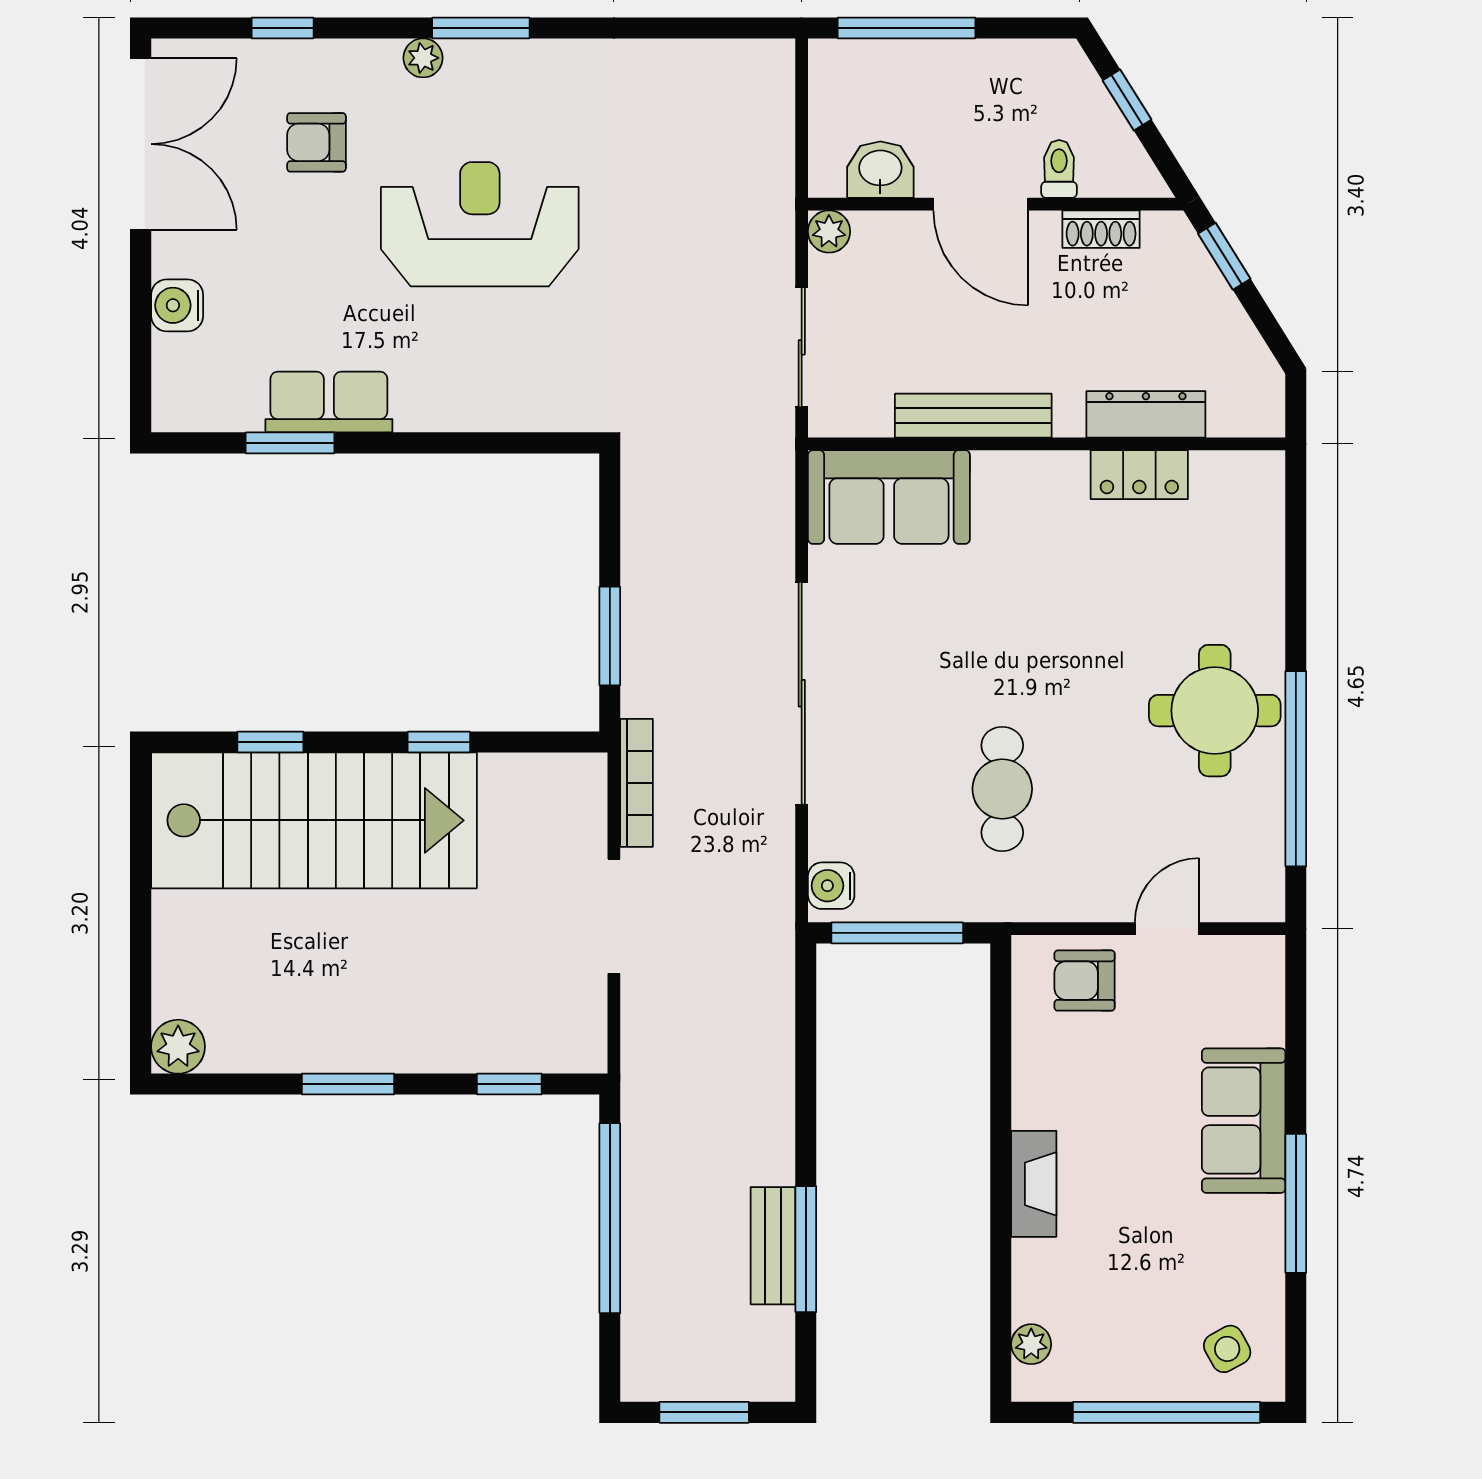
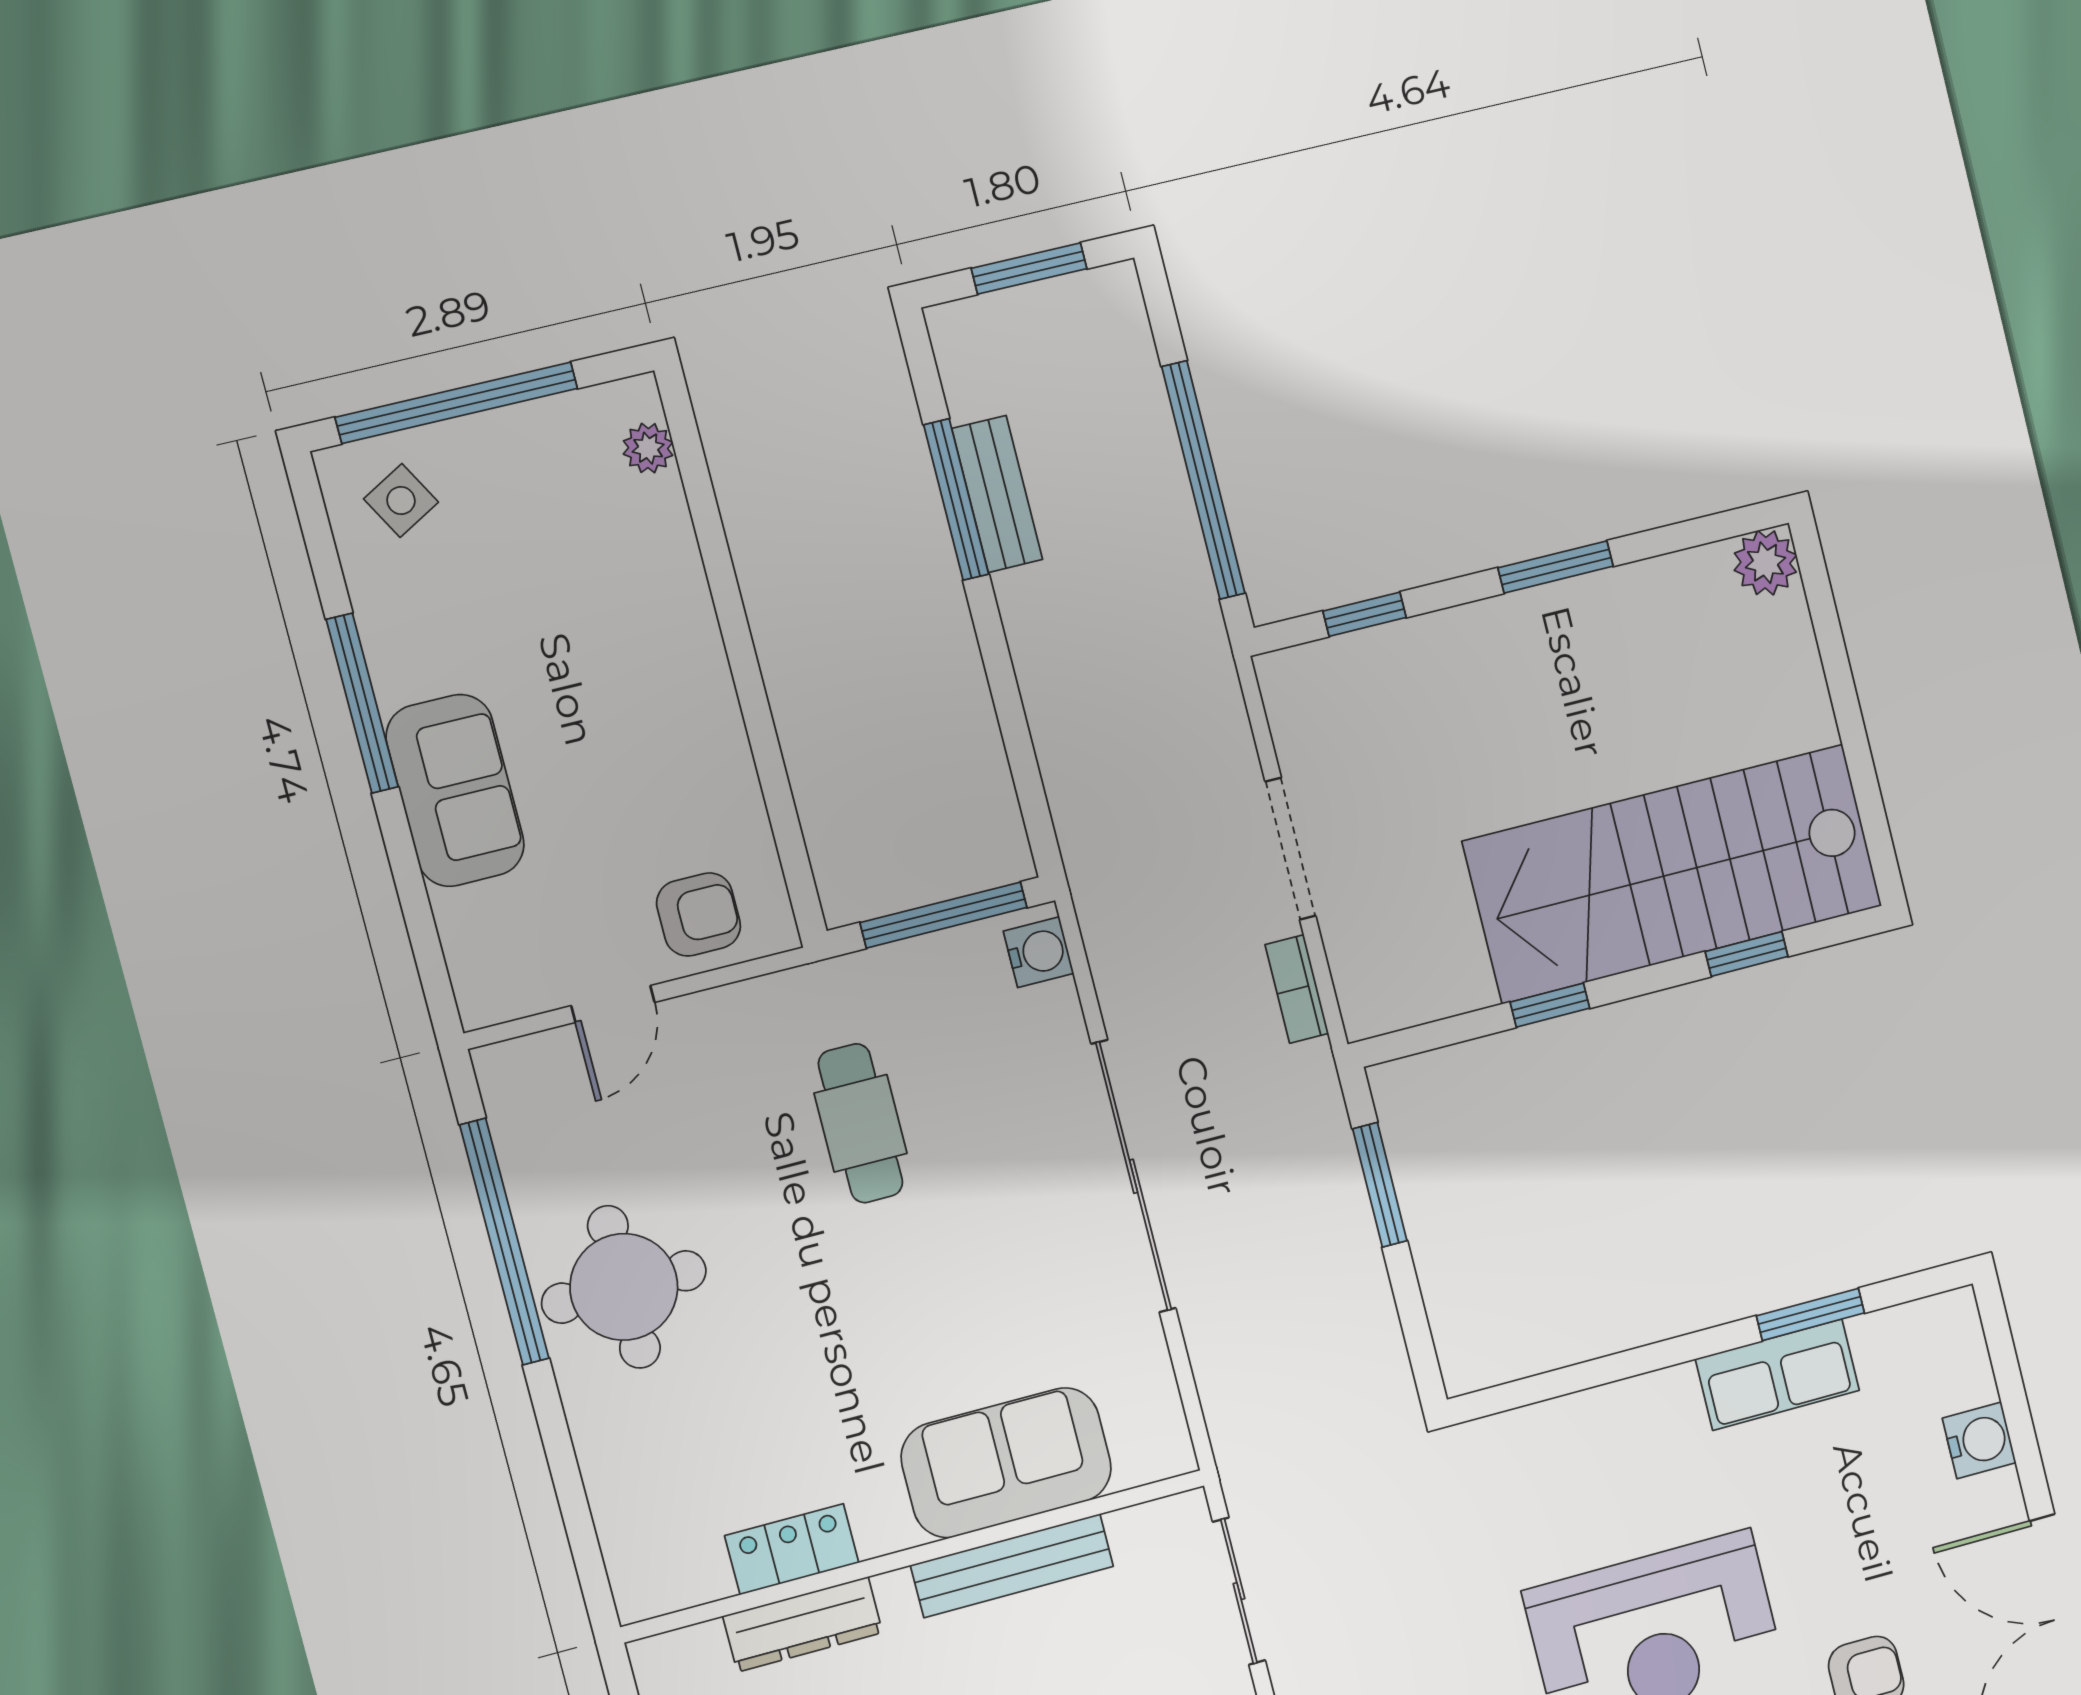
sofa: (889, 497) -> (1006, 1463), moved
bookcase: (637, 783) -> (1297, 989), width x0.64
fireplace: (1034, 1184) -> (696, 648), removed

